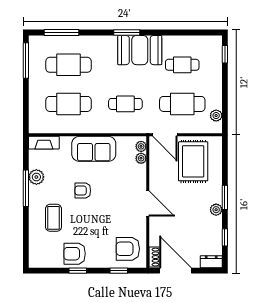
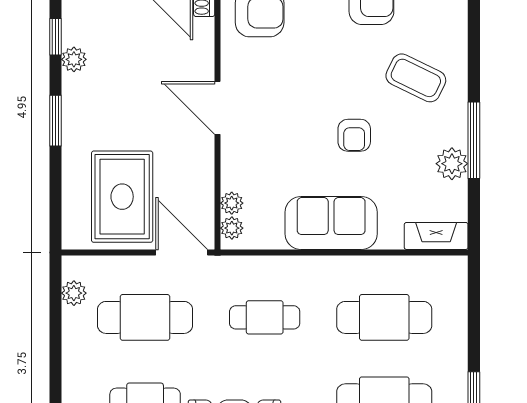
armchair: (83, 191) -> (354, 135), turned 90
plant: (216, 210) -> (74, 59), moved
coffee table: (54, 218) -> (416, 78), turned -64

